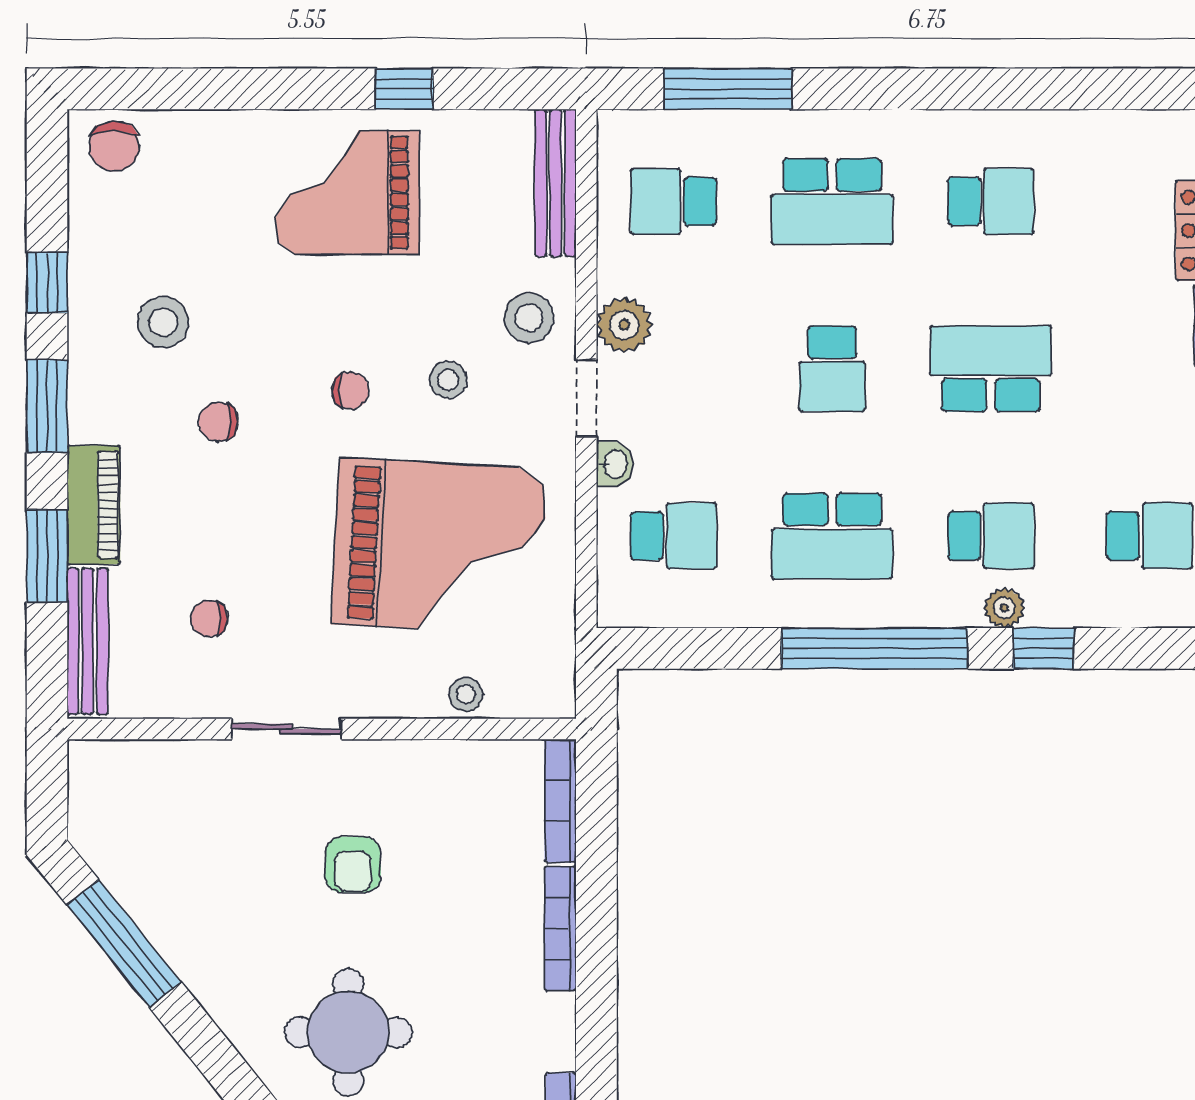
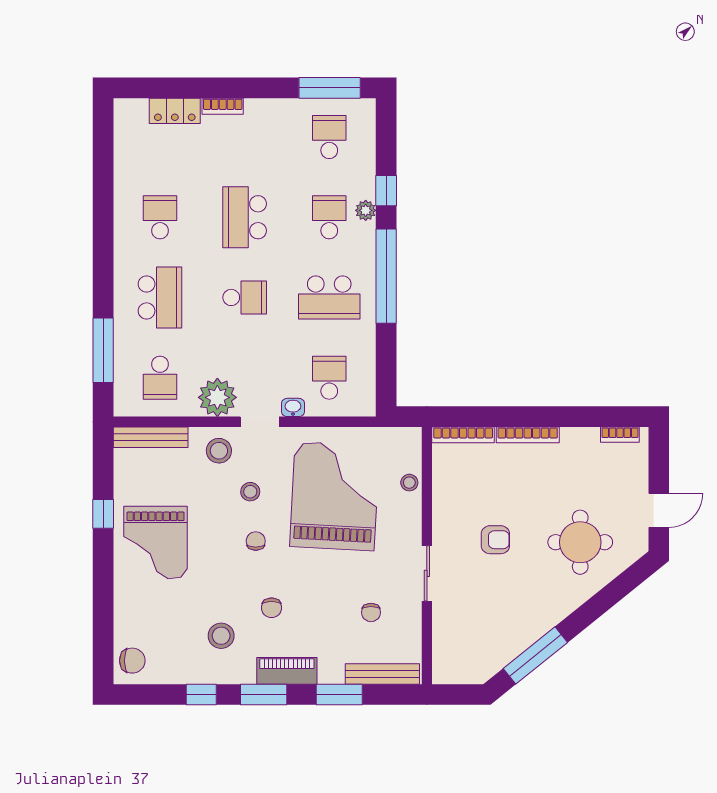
plant: (624, 325) -> (217, 397), width x1.36, depth x1.36
piano: (94, 505) -> (287, 671), moved
school desk: (832, 536) -> (329, 297), turned 90

